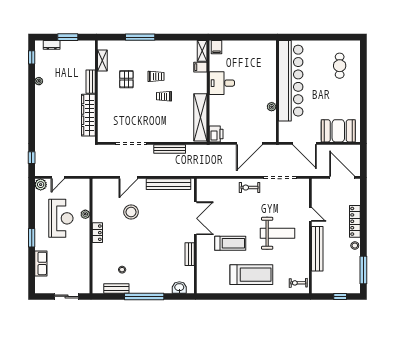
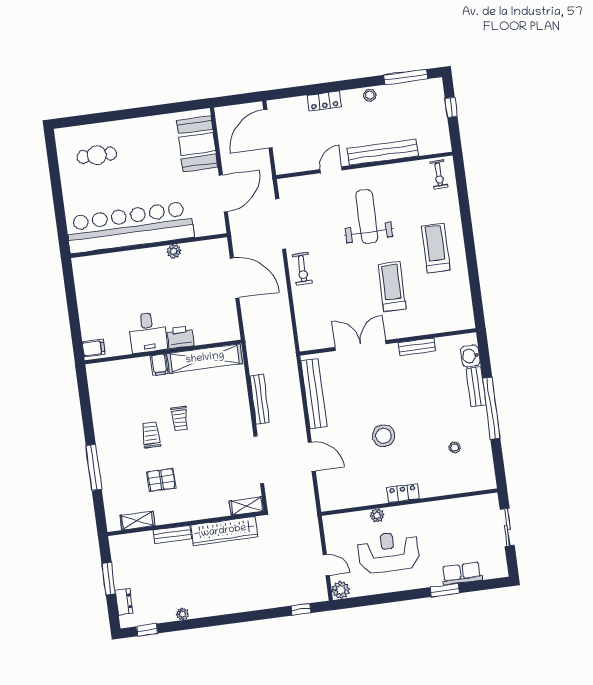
shelving: (202, 51) -> (247, 506), moved
filing cabinet: (200, 67) -> (159, 365), moved
printer: (216, 134) -> (180, 337), moved
stool: (131, 212) -> (383, 436), moved
locker: (355, 221) -> (324, 101), width x0.66
window: (32, 238) -> (445, 590), moved
treadmill: (251, 275) -> (436, 248), width x0.73, depth x0.73
bench: (116, 289) -> (476, 387), moved

